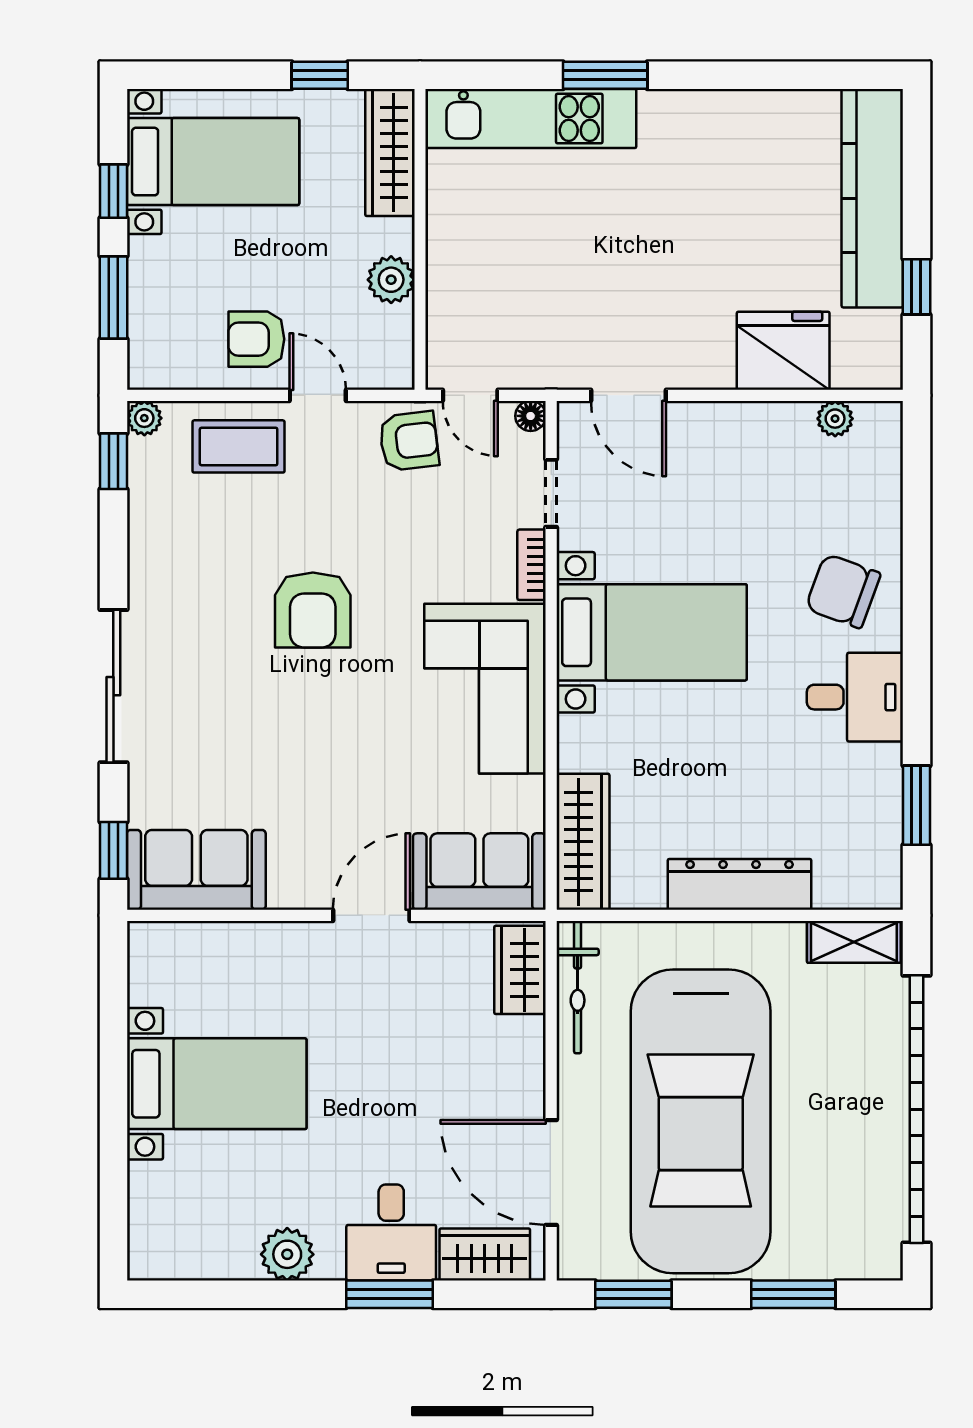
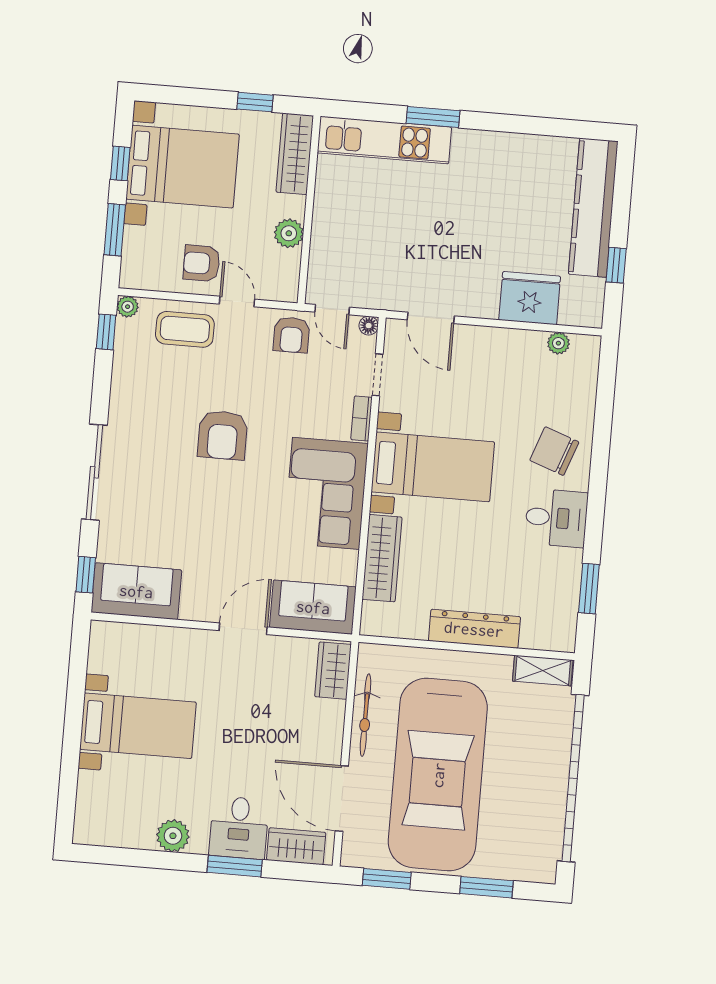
bed with nightstands: (213, 162) -> (183, 167), width x1.36
armchair: (409, 441) -> (291, 335), turned 97
wardrobe: (583, 842) -> (382, 558), moved
bicycle: (578, 987) -> (365, 715), moved

